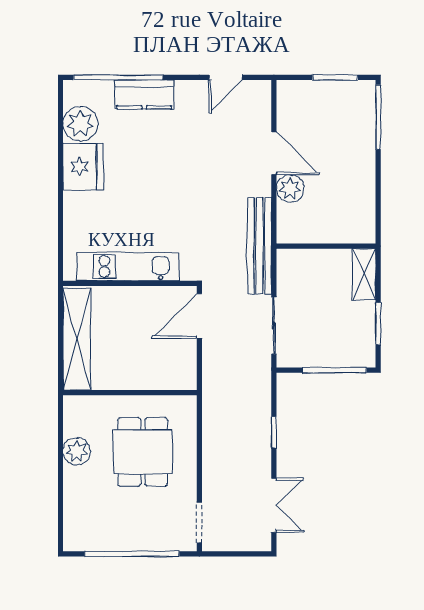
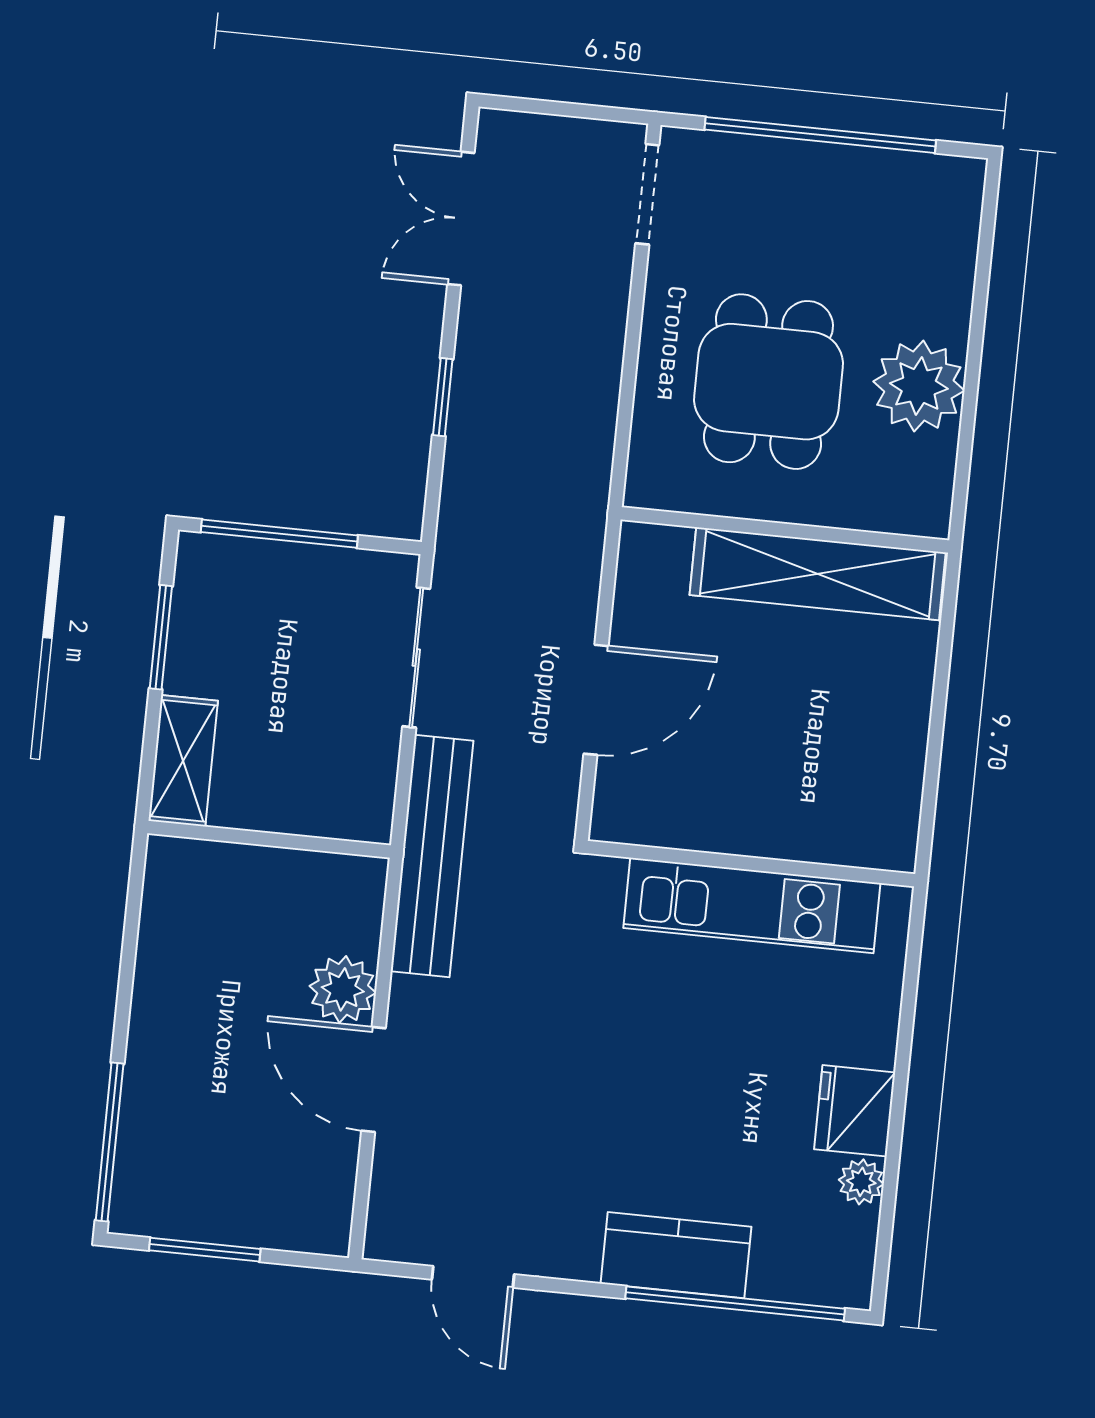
door: (225, 77) -> (473, 1277), swing flipped
plant: (80, 124) -> (861, 1182), width x0.53, depth x0.53
fridge: (83, 166) -> (855, 1111), width x0.73, depth x0.75
kitchen unit: (128, 266) -> (752, 905), moved
wall: (130, 283) -> (751, 864), moved
shelving: (77, 339) -> (818, 574), moved, turned 90
plant: (77, 451) -> (919, 386), width x1.36, depth x1.36

